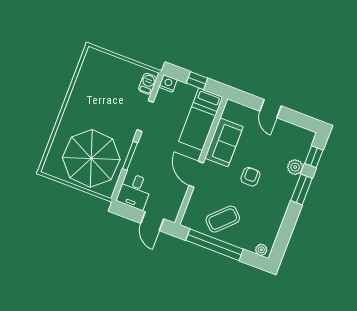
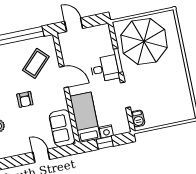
nightstand: (168, 83) -> (106, 131), moved
sofa: (224, 142) -> (62, 128), moved
desk: (135, 191) -> (105, 69), moved, turned 90
coffee table: (223, 219) -> (36, 63), moved

